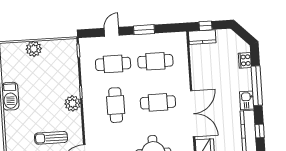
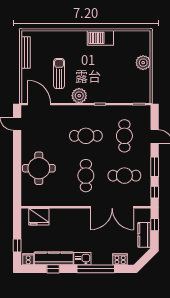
window: (171, 28) -> (155, 192), added
kitchen counter: (202, 37) -> (144, 235), moved
cafe table: (155, 61) -> (124, 176), turned 90
plant: (73, 103) -> (79, 96), moved
double door: (193, 114) -> (112, 207), moved

